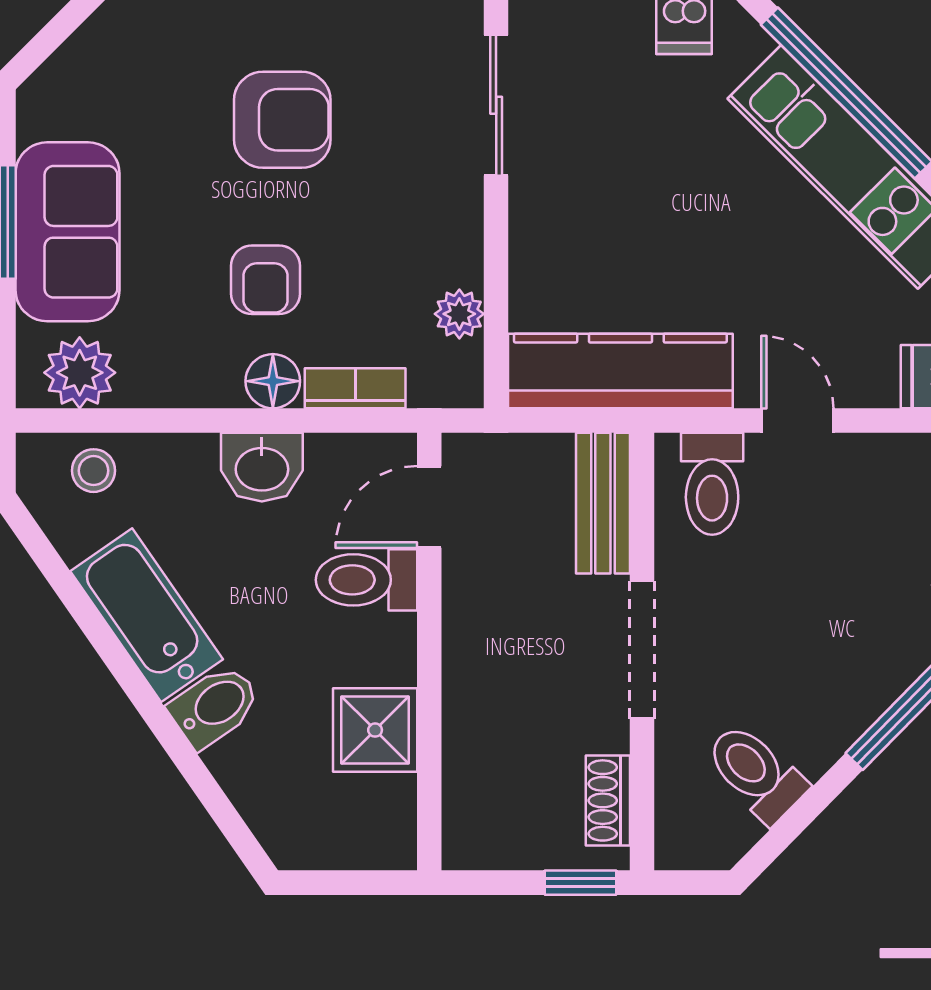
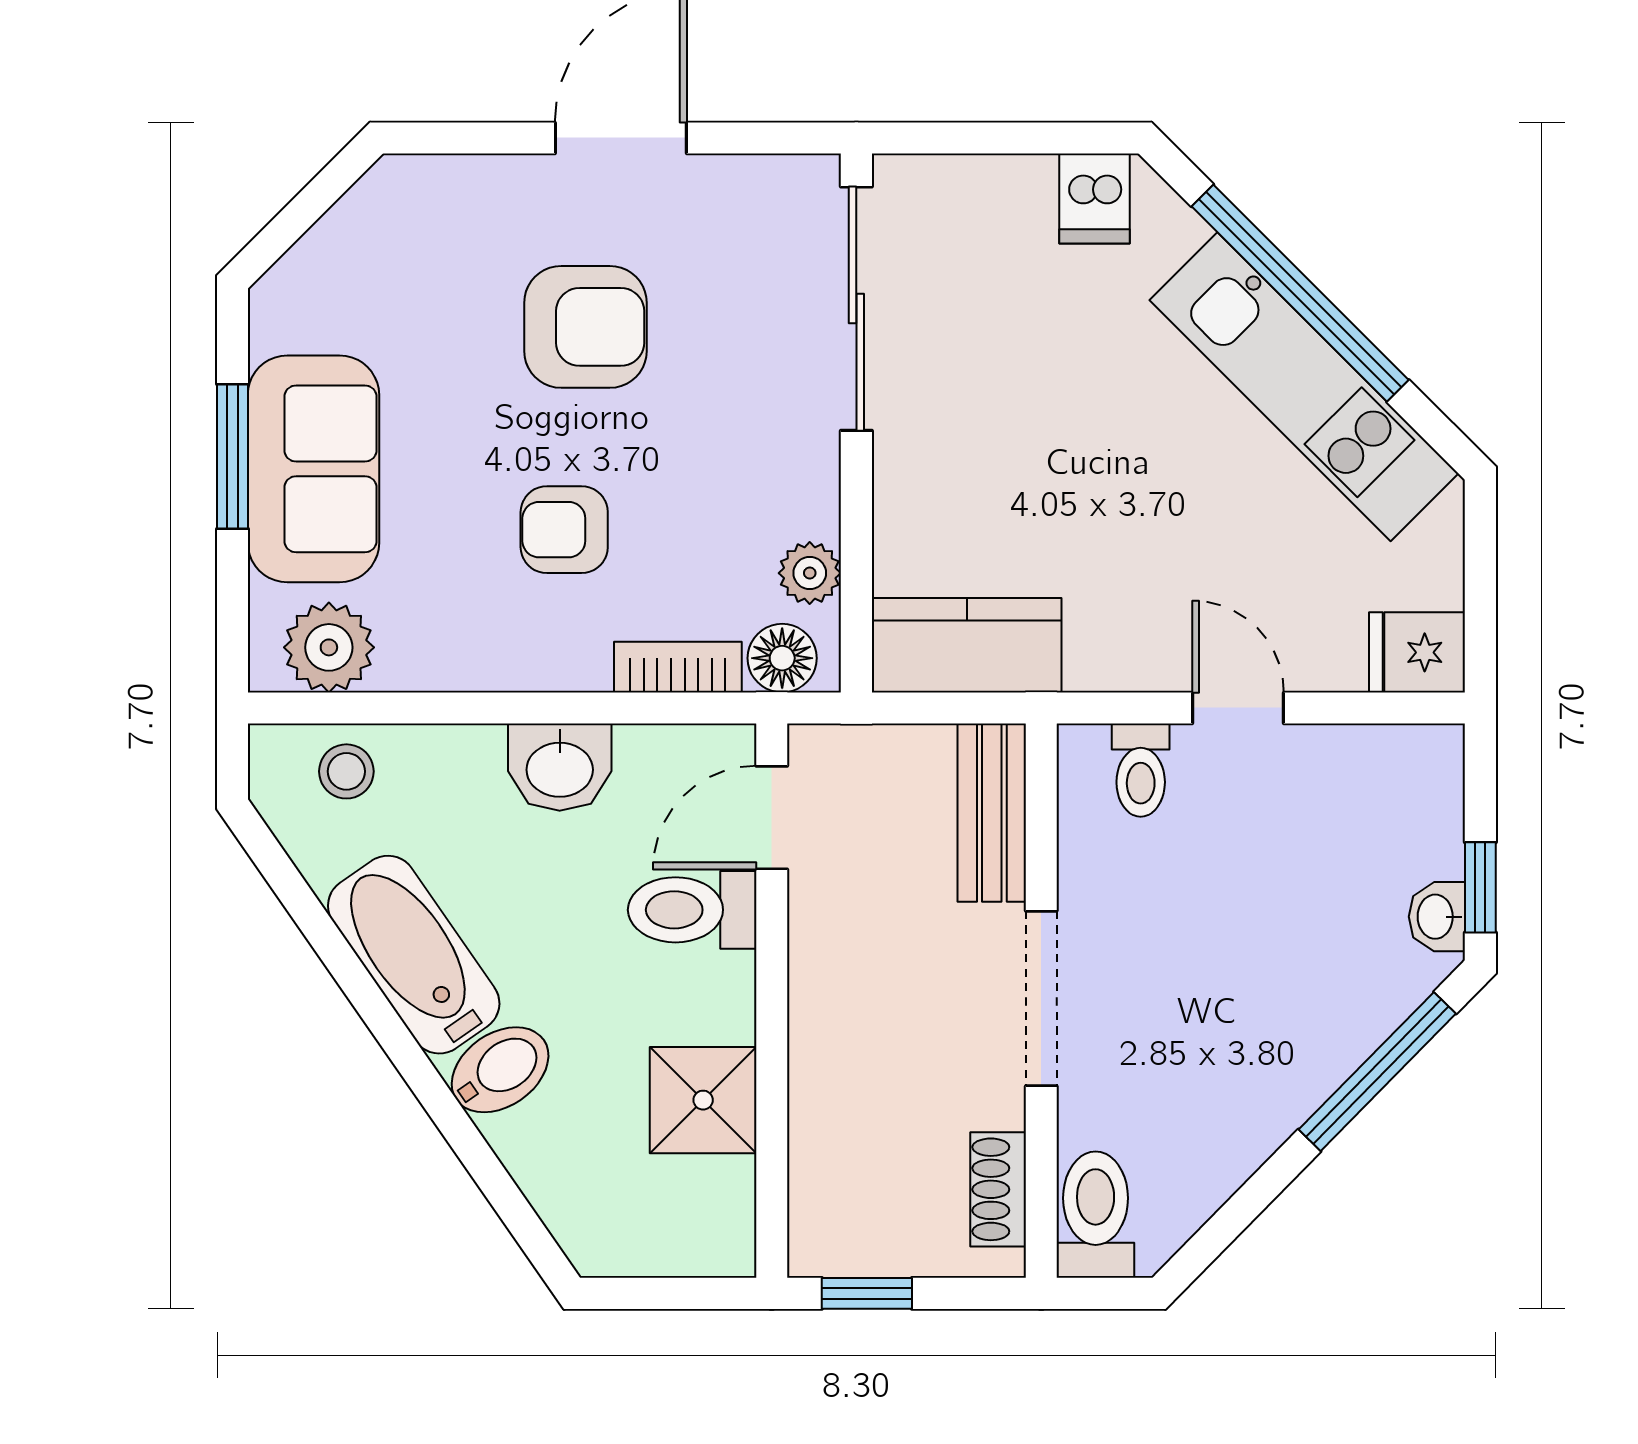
sliding door: (496, 105) -> (856, 309), width x1.37
armchair: (265, 280) -> (564, 530), turned 90
kitchen counter: (620, 371) -> (967, 645), width x0.67
floor lamp: (273, 381) -> (782, 658), moved
toilet: (712, 484) -> (1141, 770), width x0.73, depth x0.72
toilet: (756, 773) -> (1096, 1215), moved, turned 45
window: (580, 883) -> (867, 1293), moved

